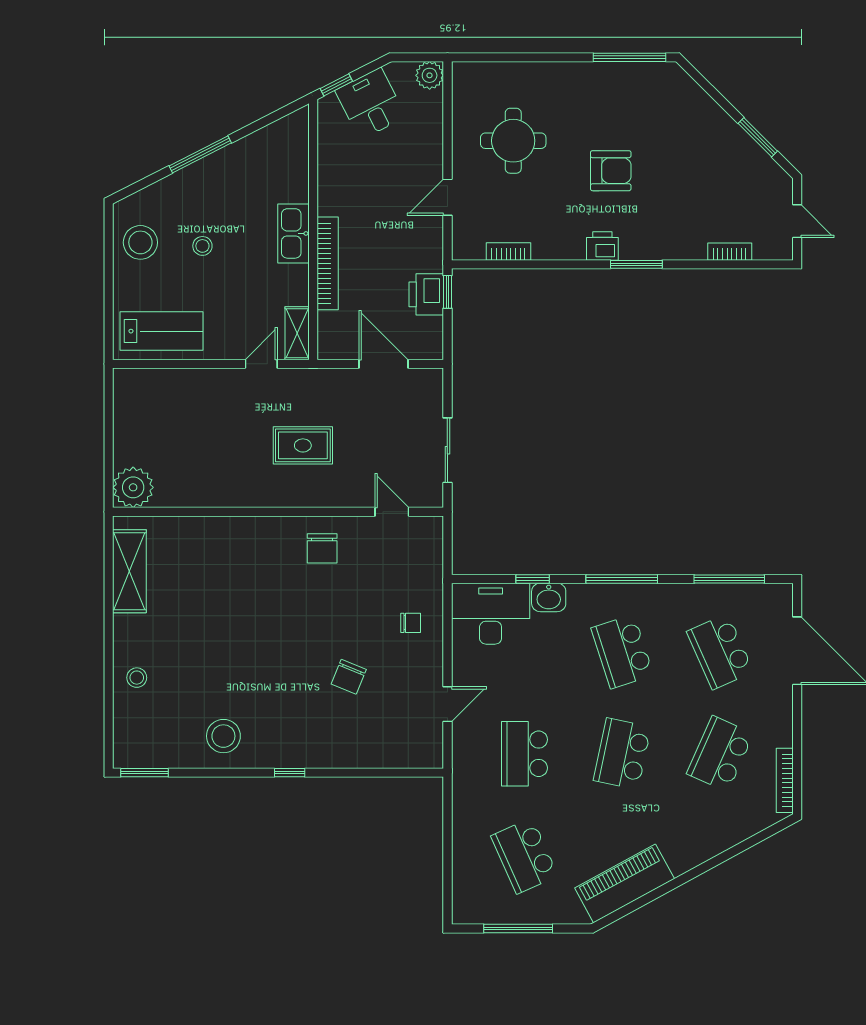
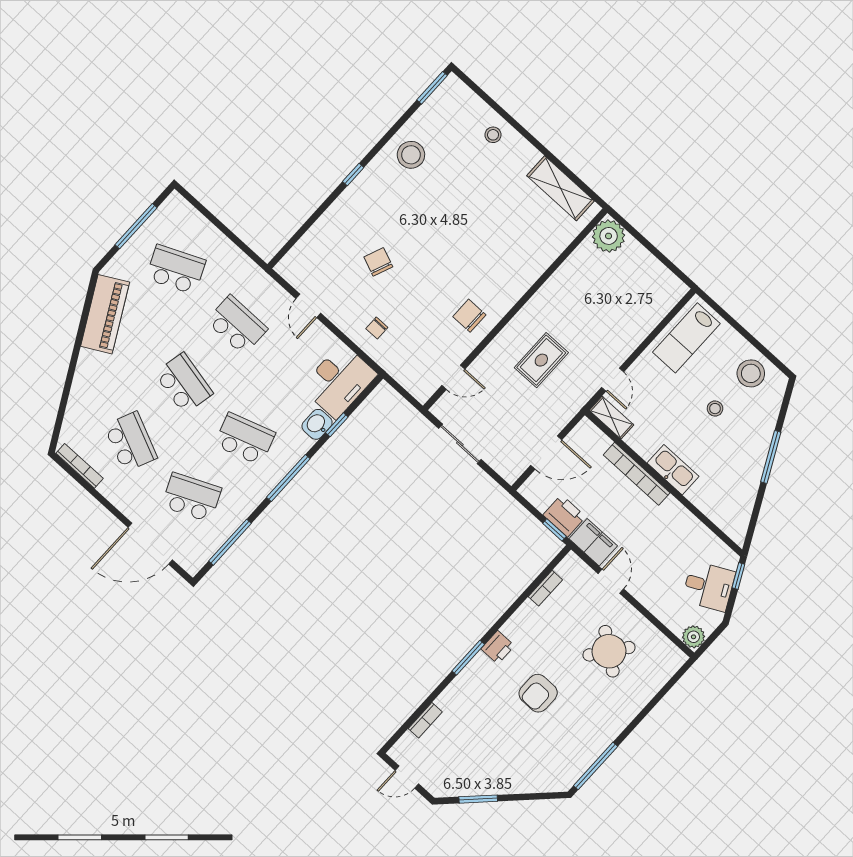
round table: (513, 141) -> (609, 651), turned 37
filing cabinet: (427, 246) -> (593, 542), added

